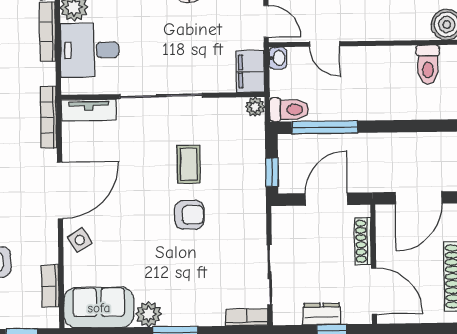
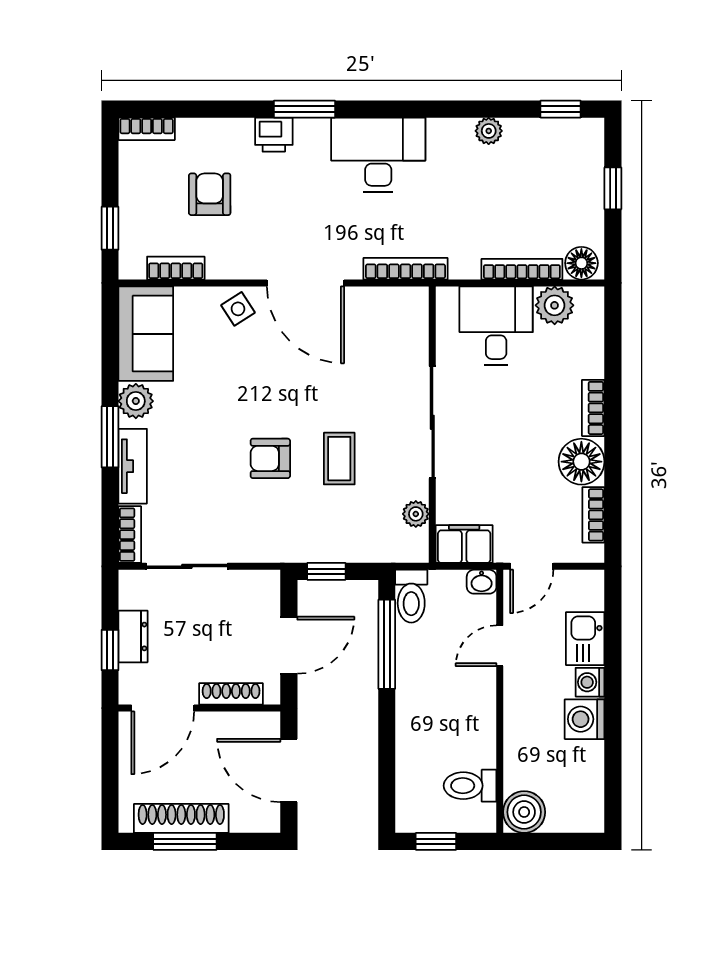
plant: (255, 107) -> (416, 514), moved
tv unit: (89, 110) -> (133, 466), moved, turned 180
coffee table: (189, 164) -> (339, 459), turned 90
door: (326, 199) -> (289, 645), hinge flipped
armchair: (189, 215) -> (270, 458), turned 90

